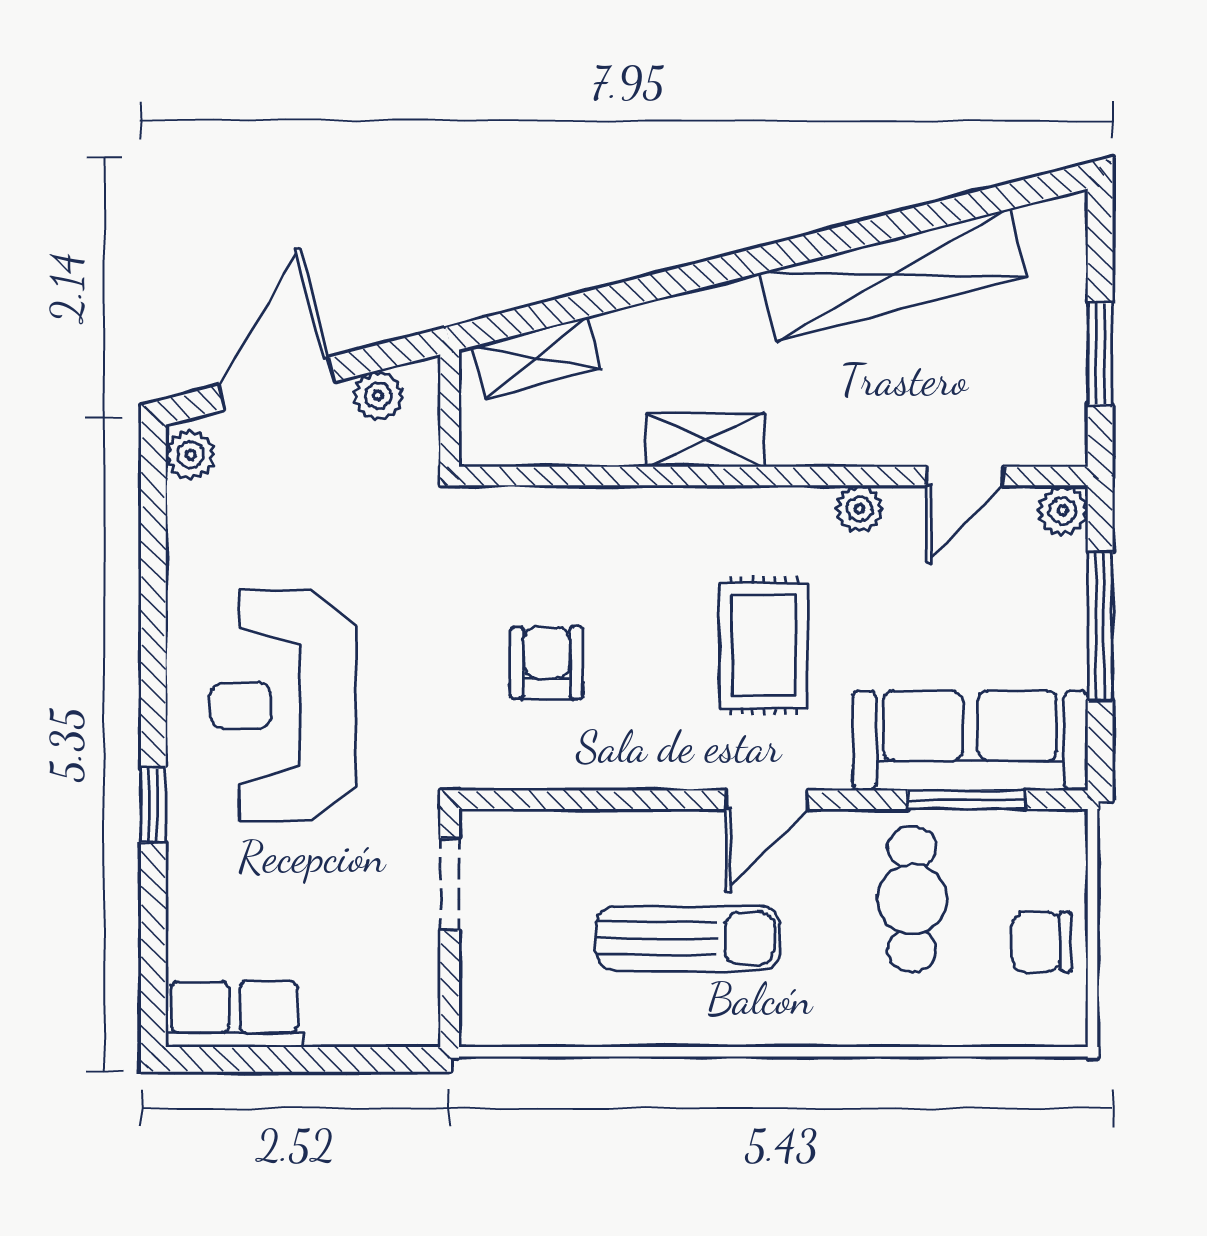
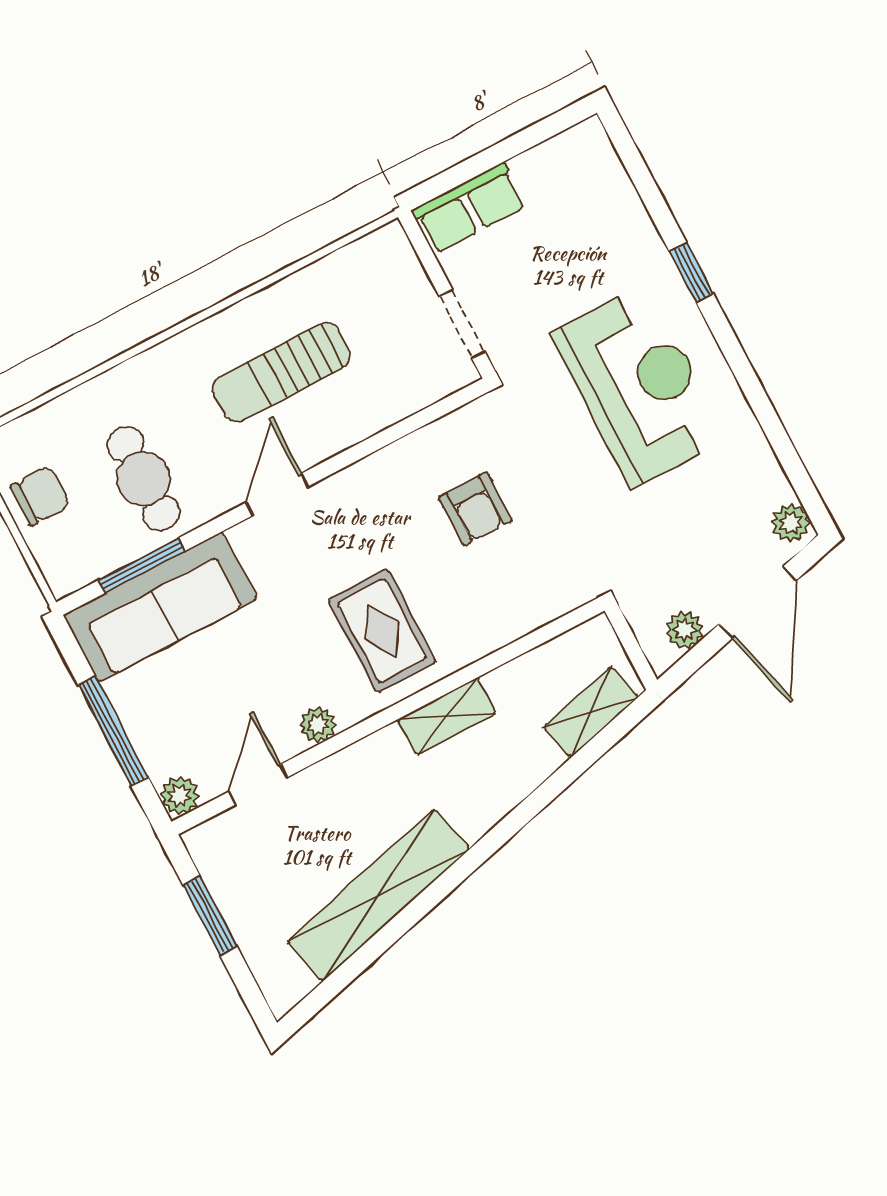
rug: (764, 646) -> (382, 631), moved
row of seats: (234, 1014) -> (469, 208), moved

